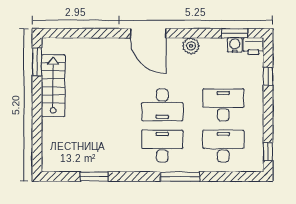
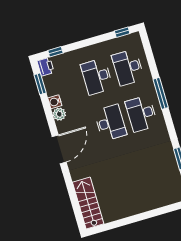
water cooler: (235, 45) -> (55, 102), moved
window: (37, 62) -> (105, 227), removed
window: (268, 76) -> (55, 52), moved
stairs: (53, 85) -> (88, 203), moved, turned 90

